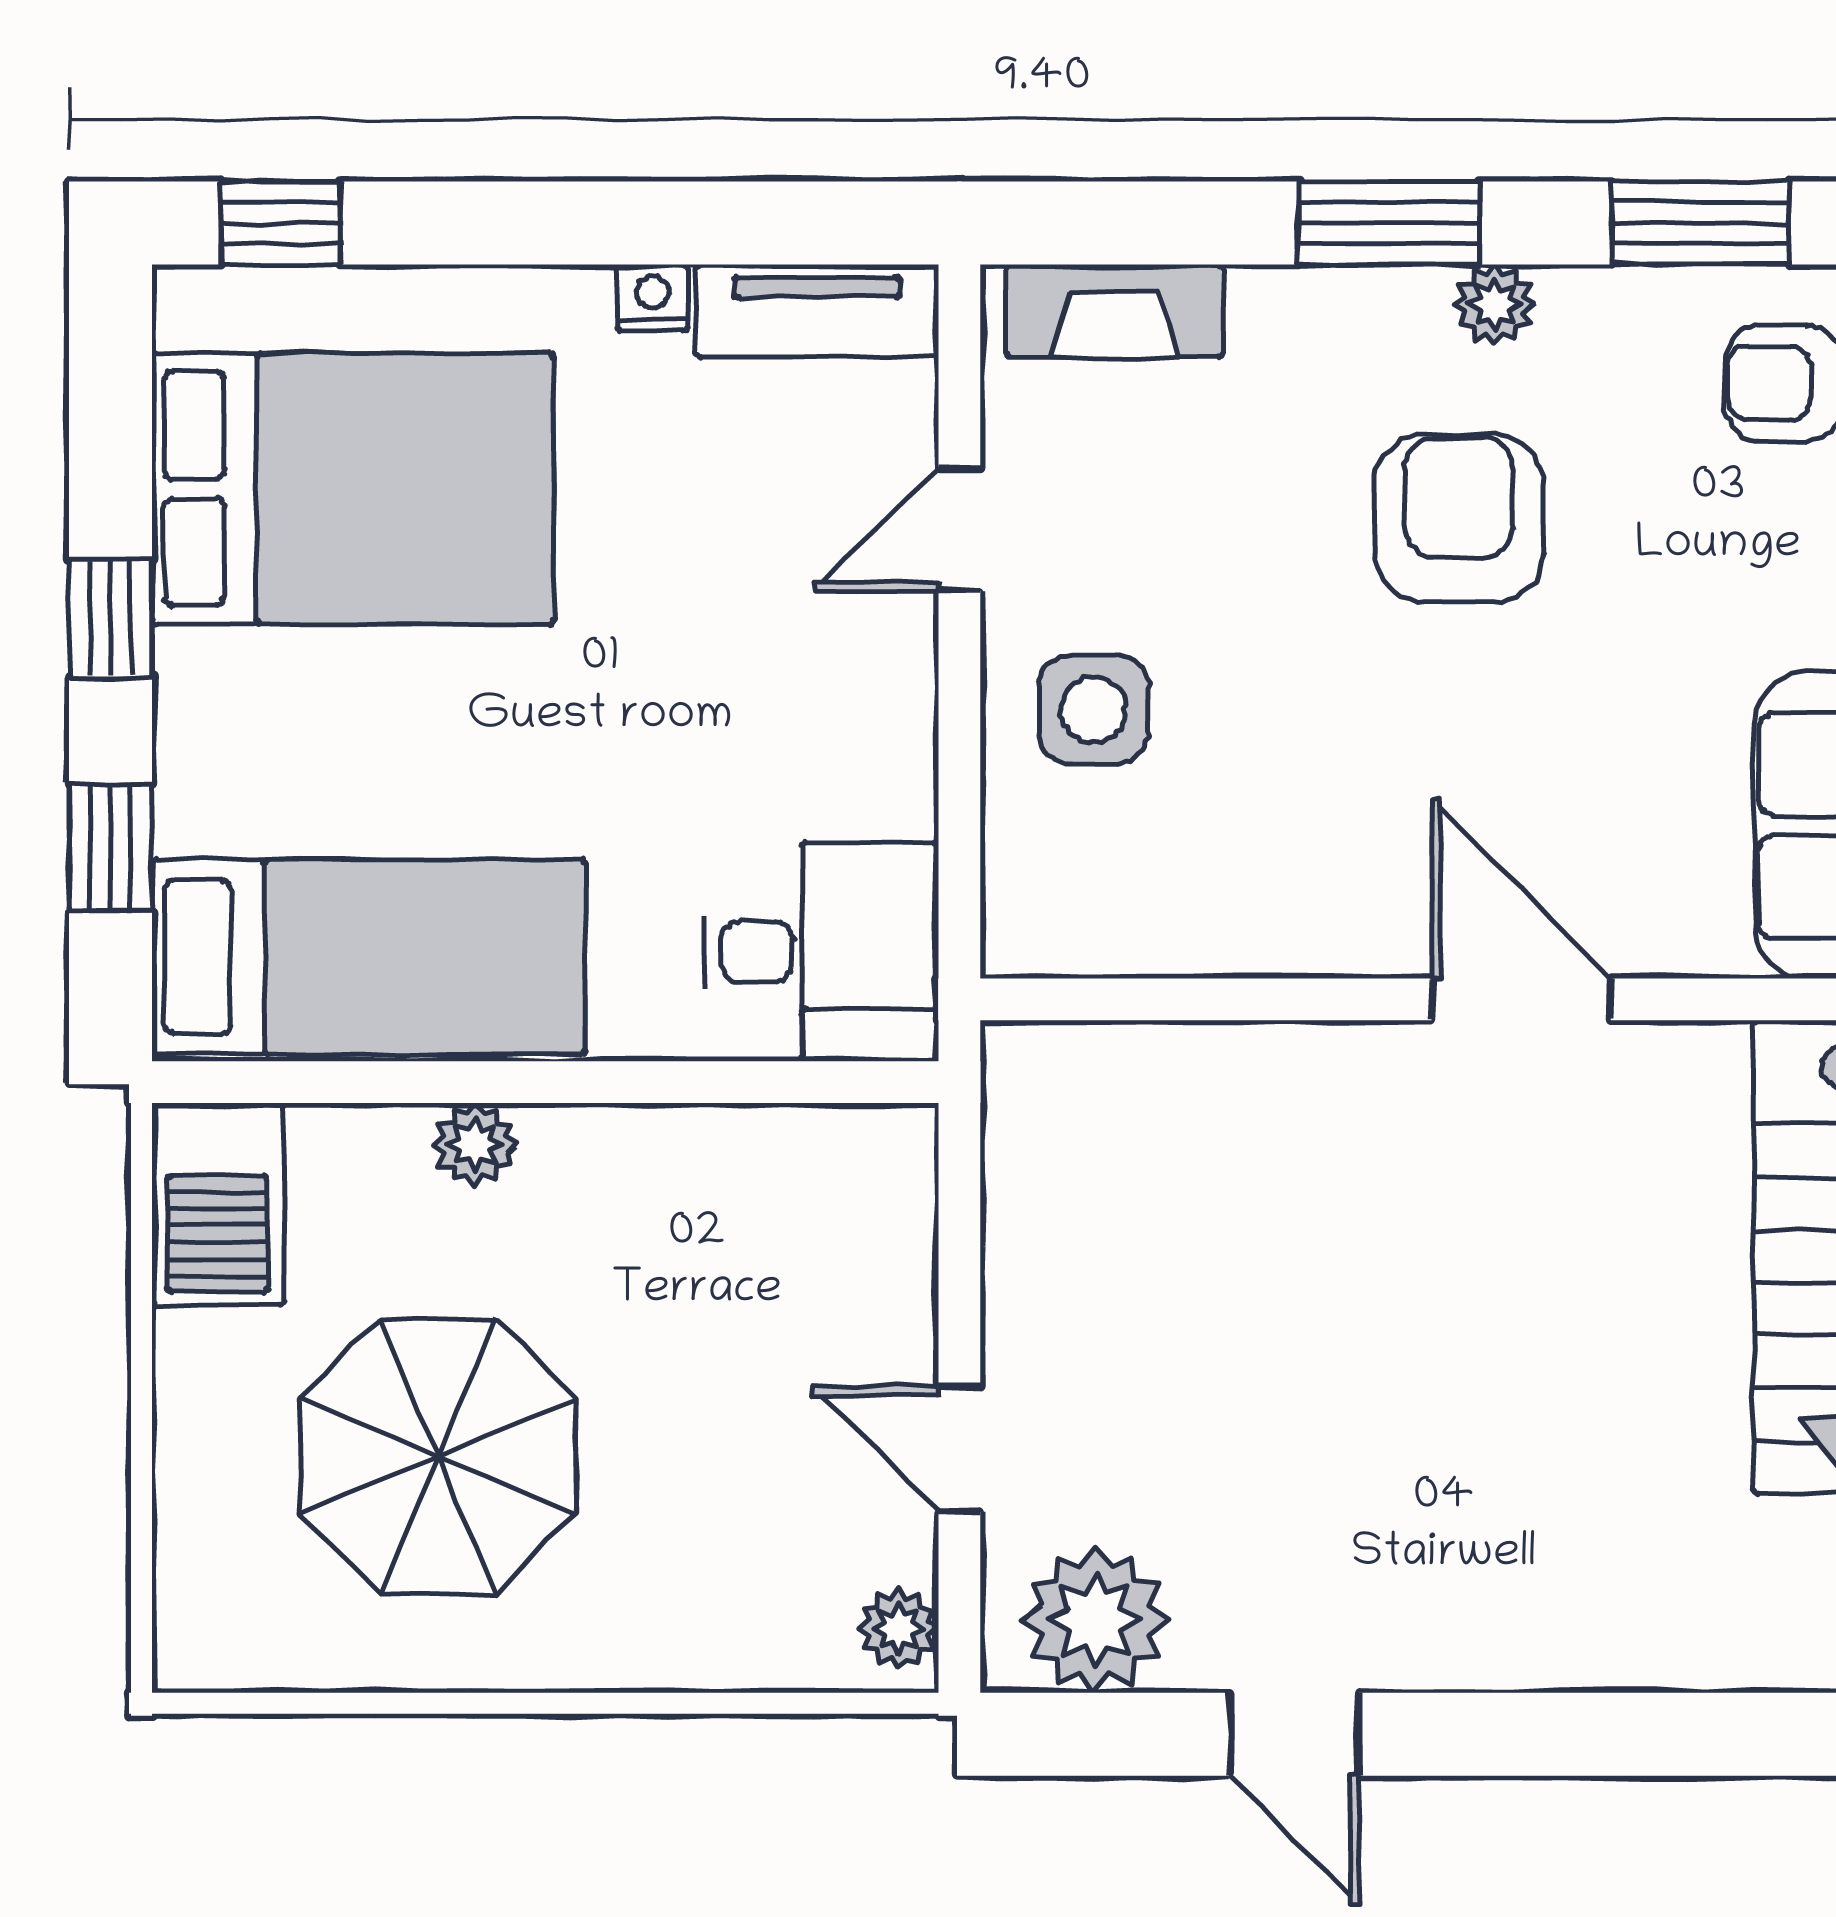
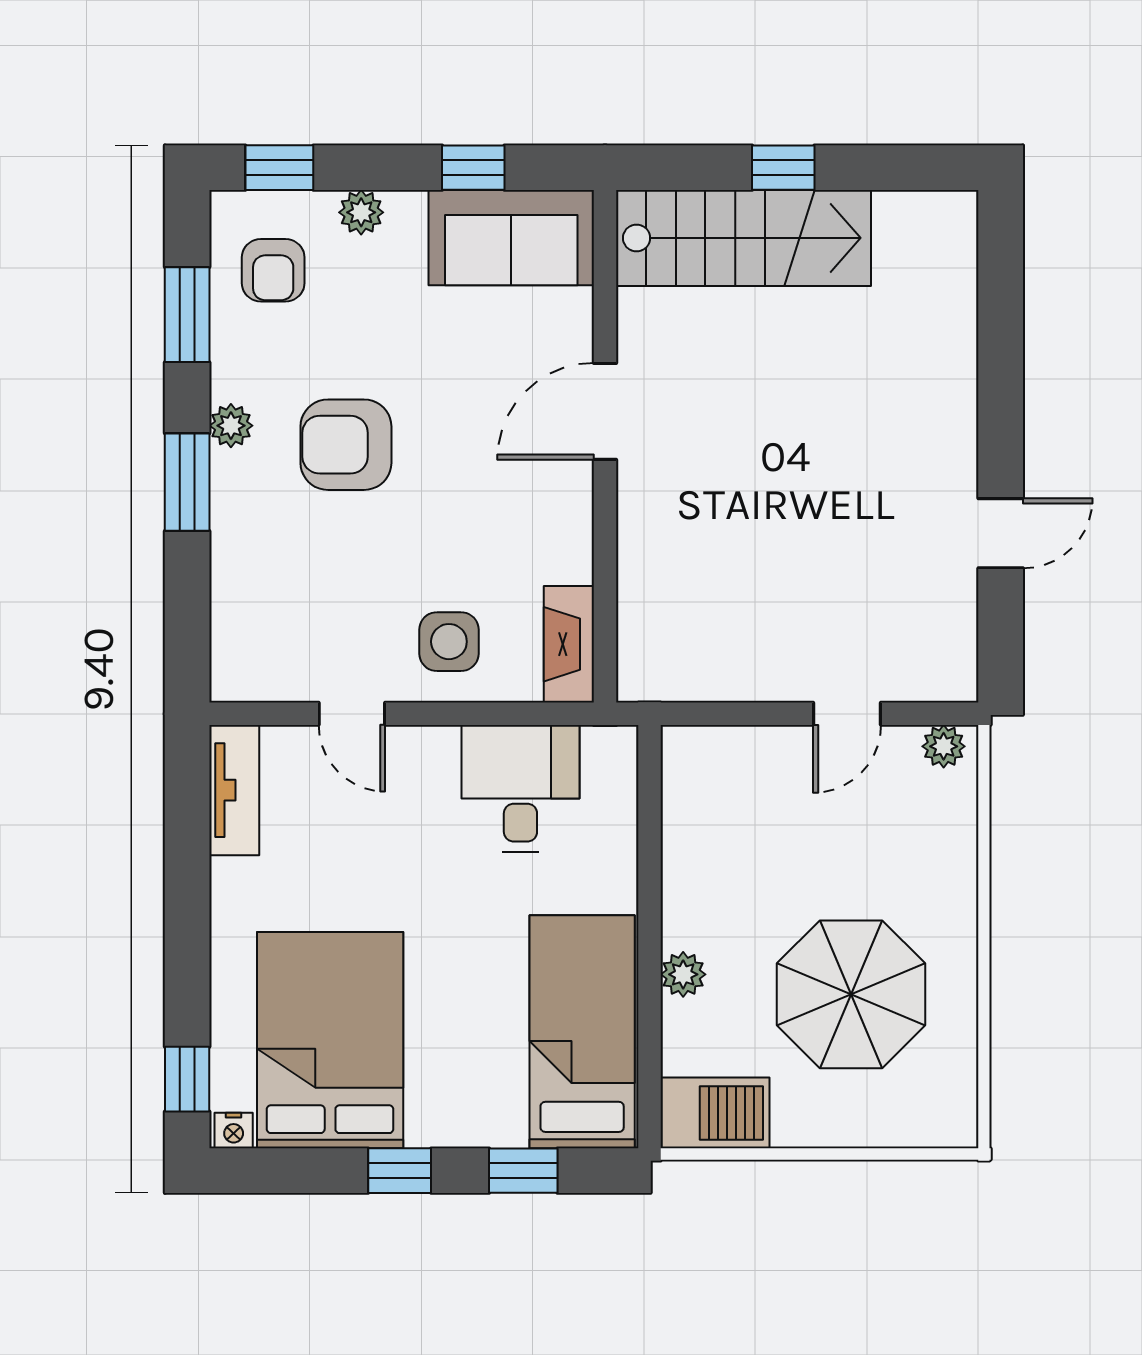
nightstand: (652, 298) -> (234, 1130), moved, turned -90
fireplace: (1115, 311) -> (569, 644), moved, turned 180
desk: (821, 952) -> (520, 788), moved
plant: (1095, 1620) -> (939, 641), removed

